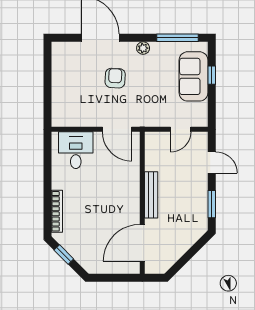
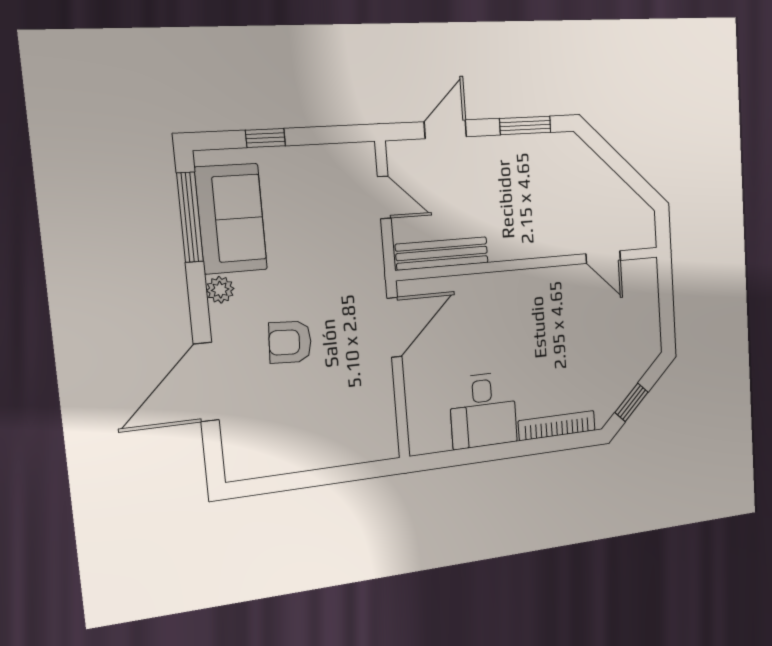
sofa: (193, 76) -> (231, 219), moved, turned -90
desk: (76, 150) -> (483, 410), moved, turned -90
bench: (151, 195) -> (442, 253), moved
door: (142, 243) -> (603, 257), width x0.53

